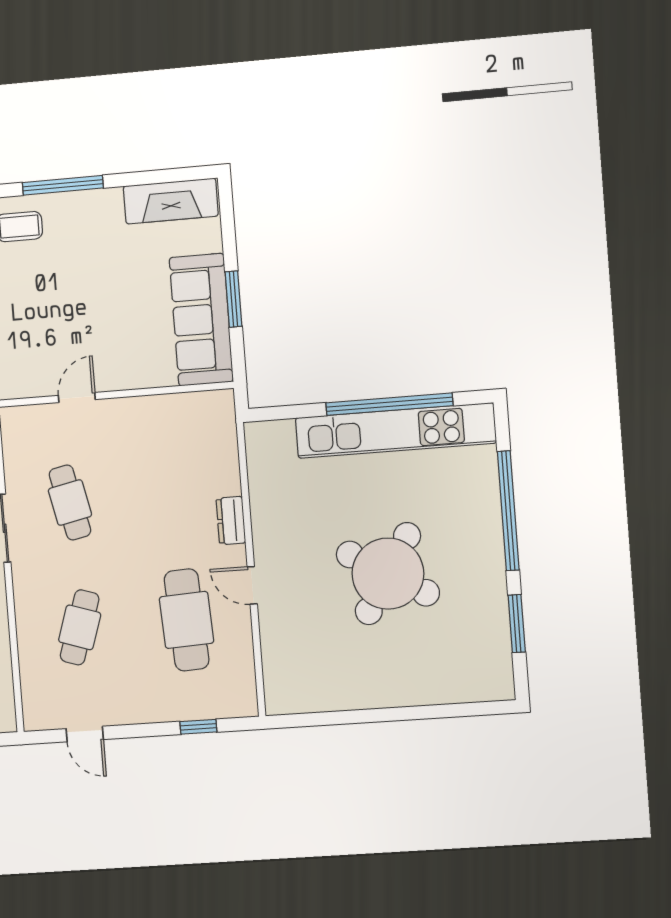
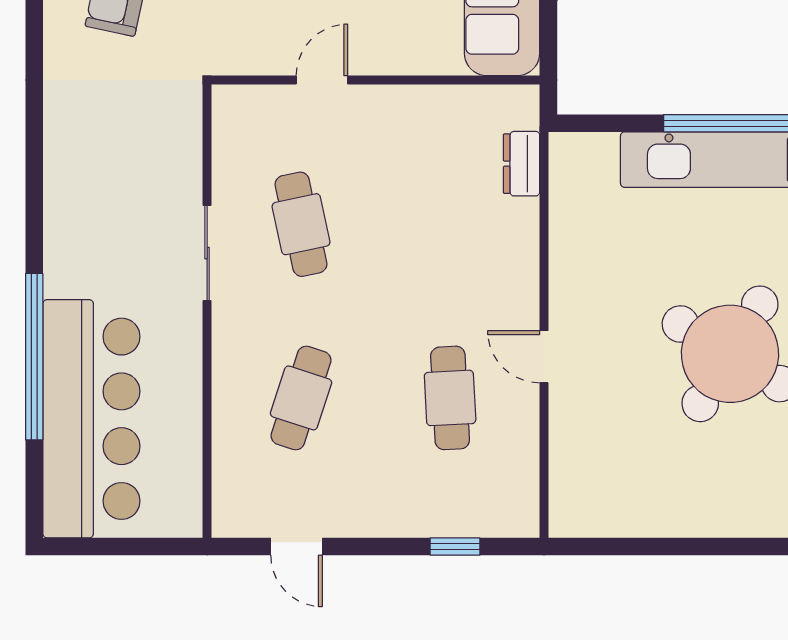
dresser: (231, 521) -> (522, 164), moved
cafe table: (187, 620) -> (450, 398), width x0.73, depth x0.74

